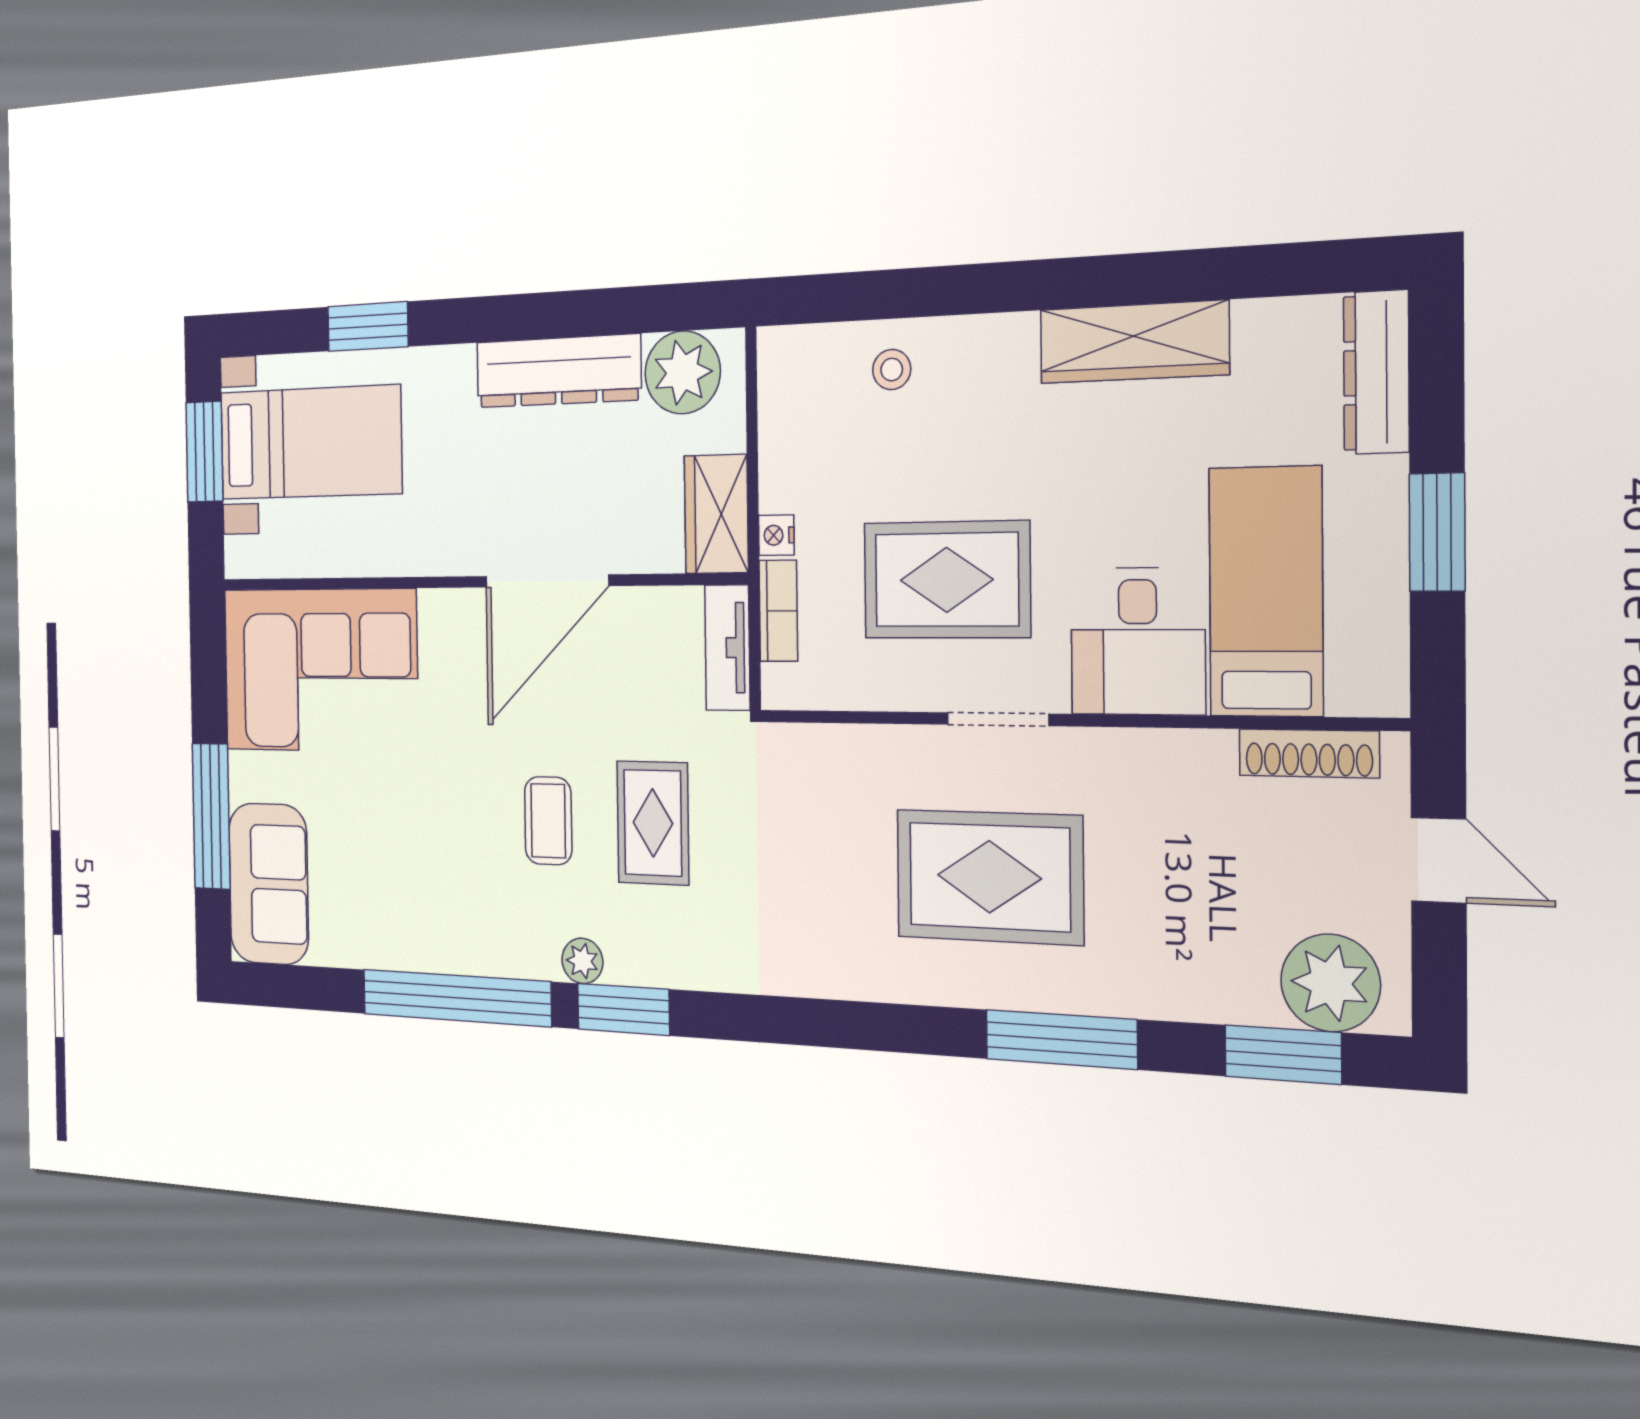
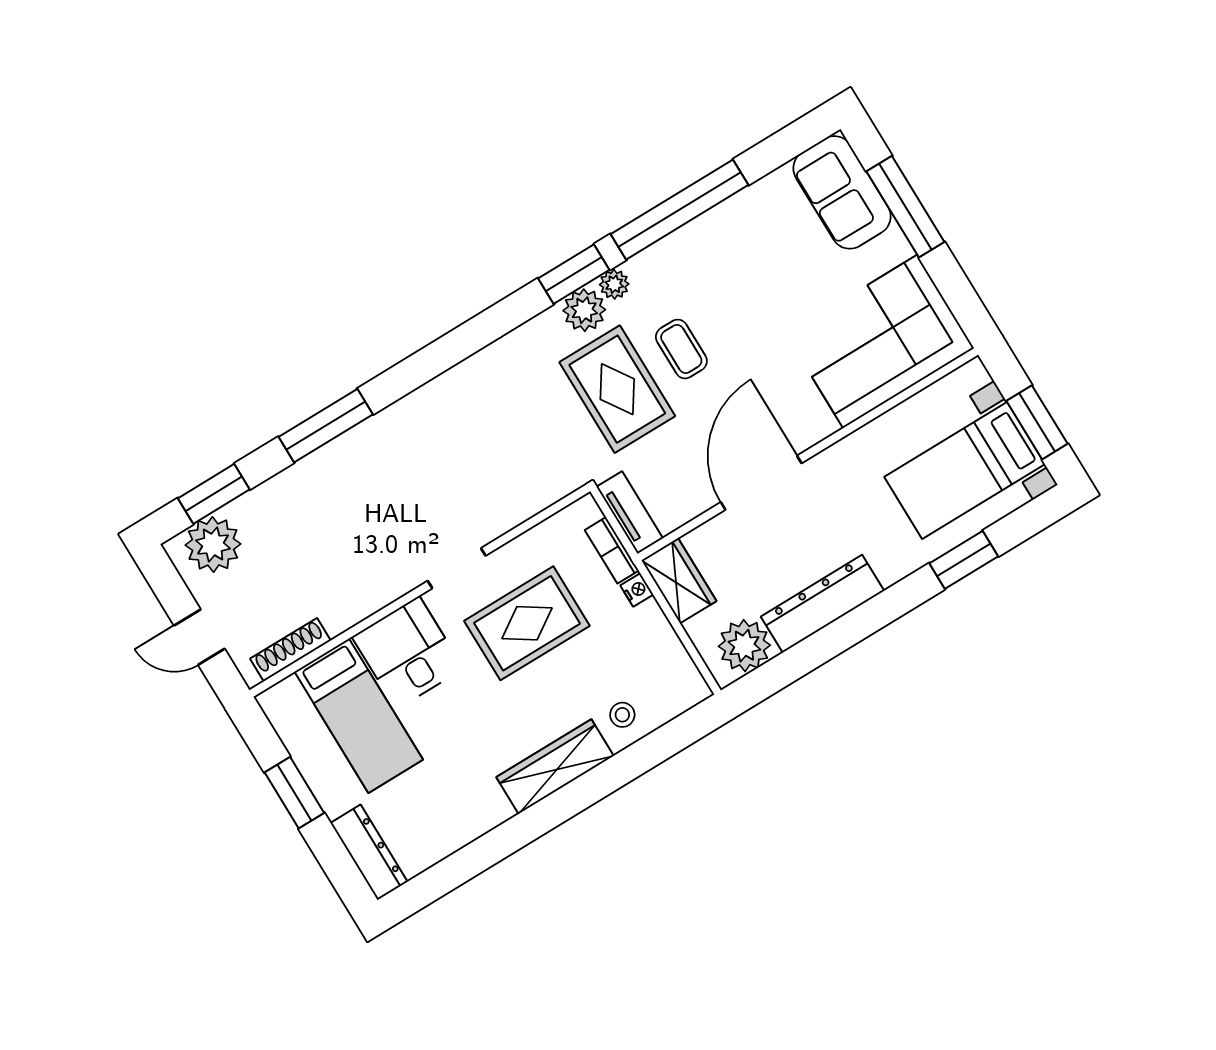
wardrobe: (1134, 342) -> (555, 767), moved
rug: (653, 823) -> (617, 389), width x1.36, depth x1.43
rug: (989, 877) -> (413, 484), removed
plant: (636, 954) -> (584, 310), added

